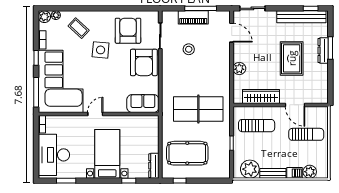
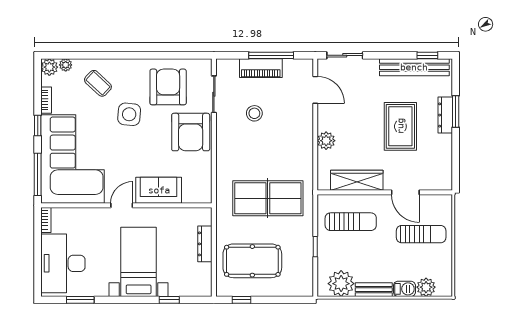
sofa: (143, 103) -> (159, 190), moved
dresser: (154, 166) -> (205, 244), moved

